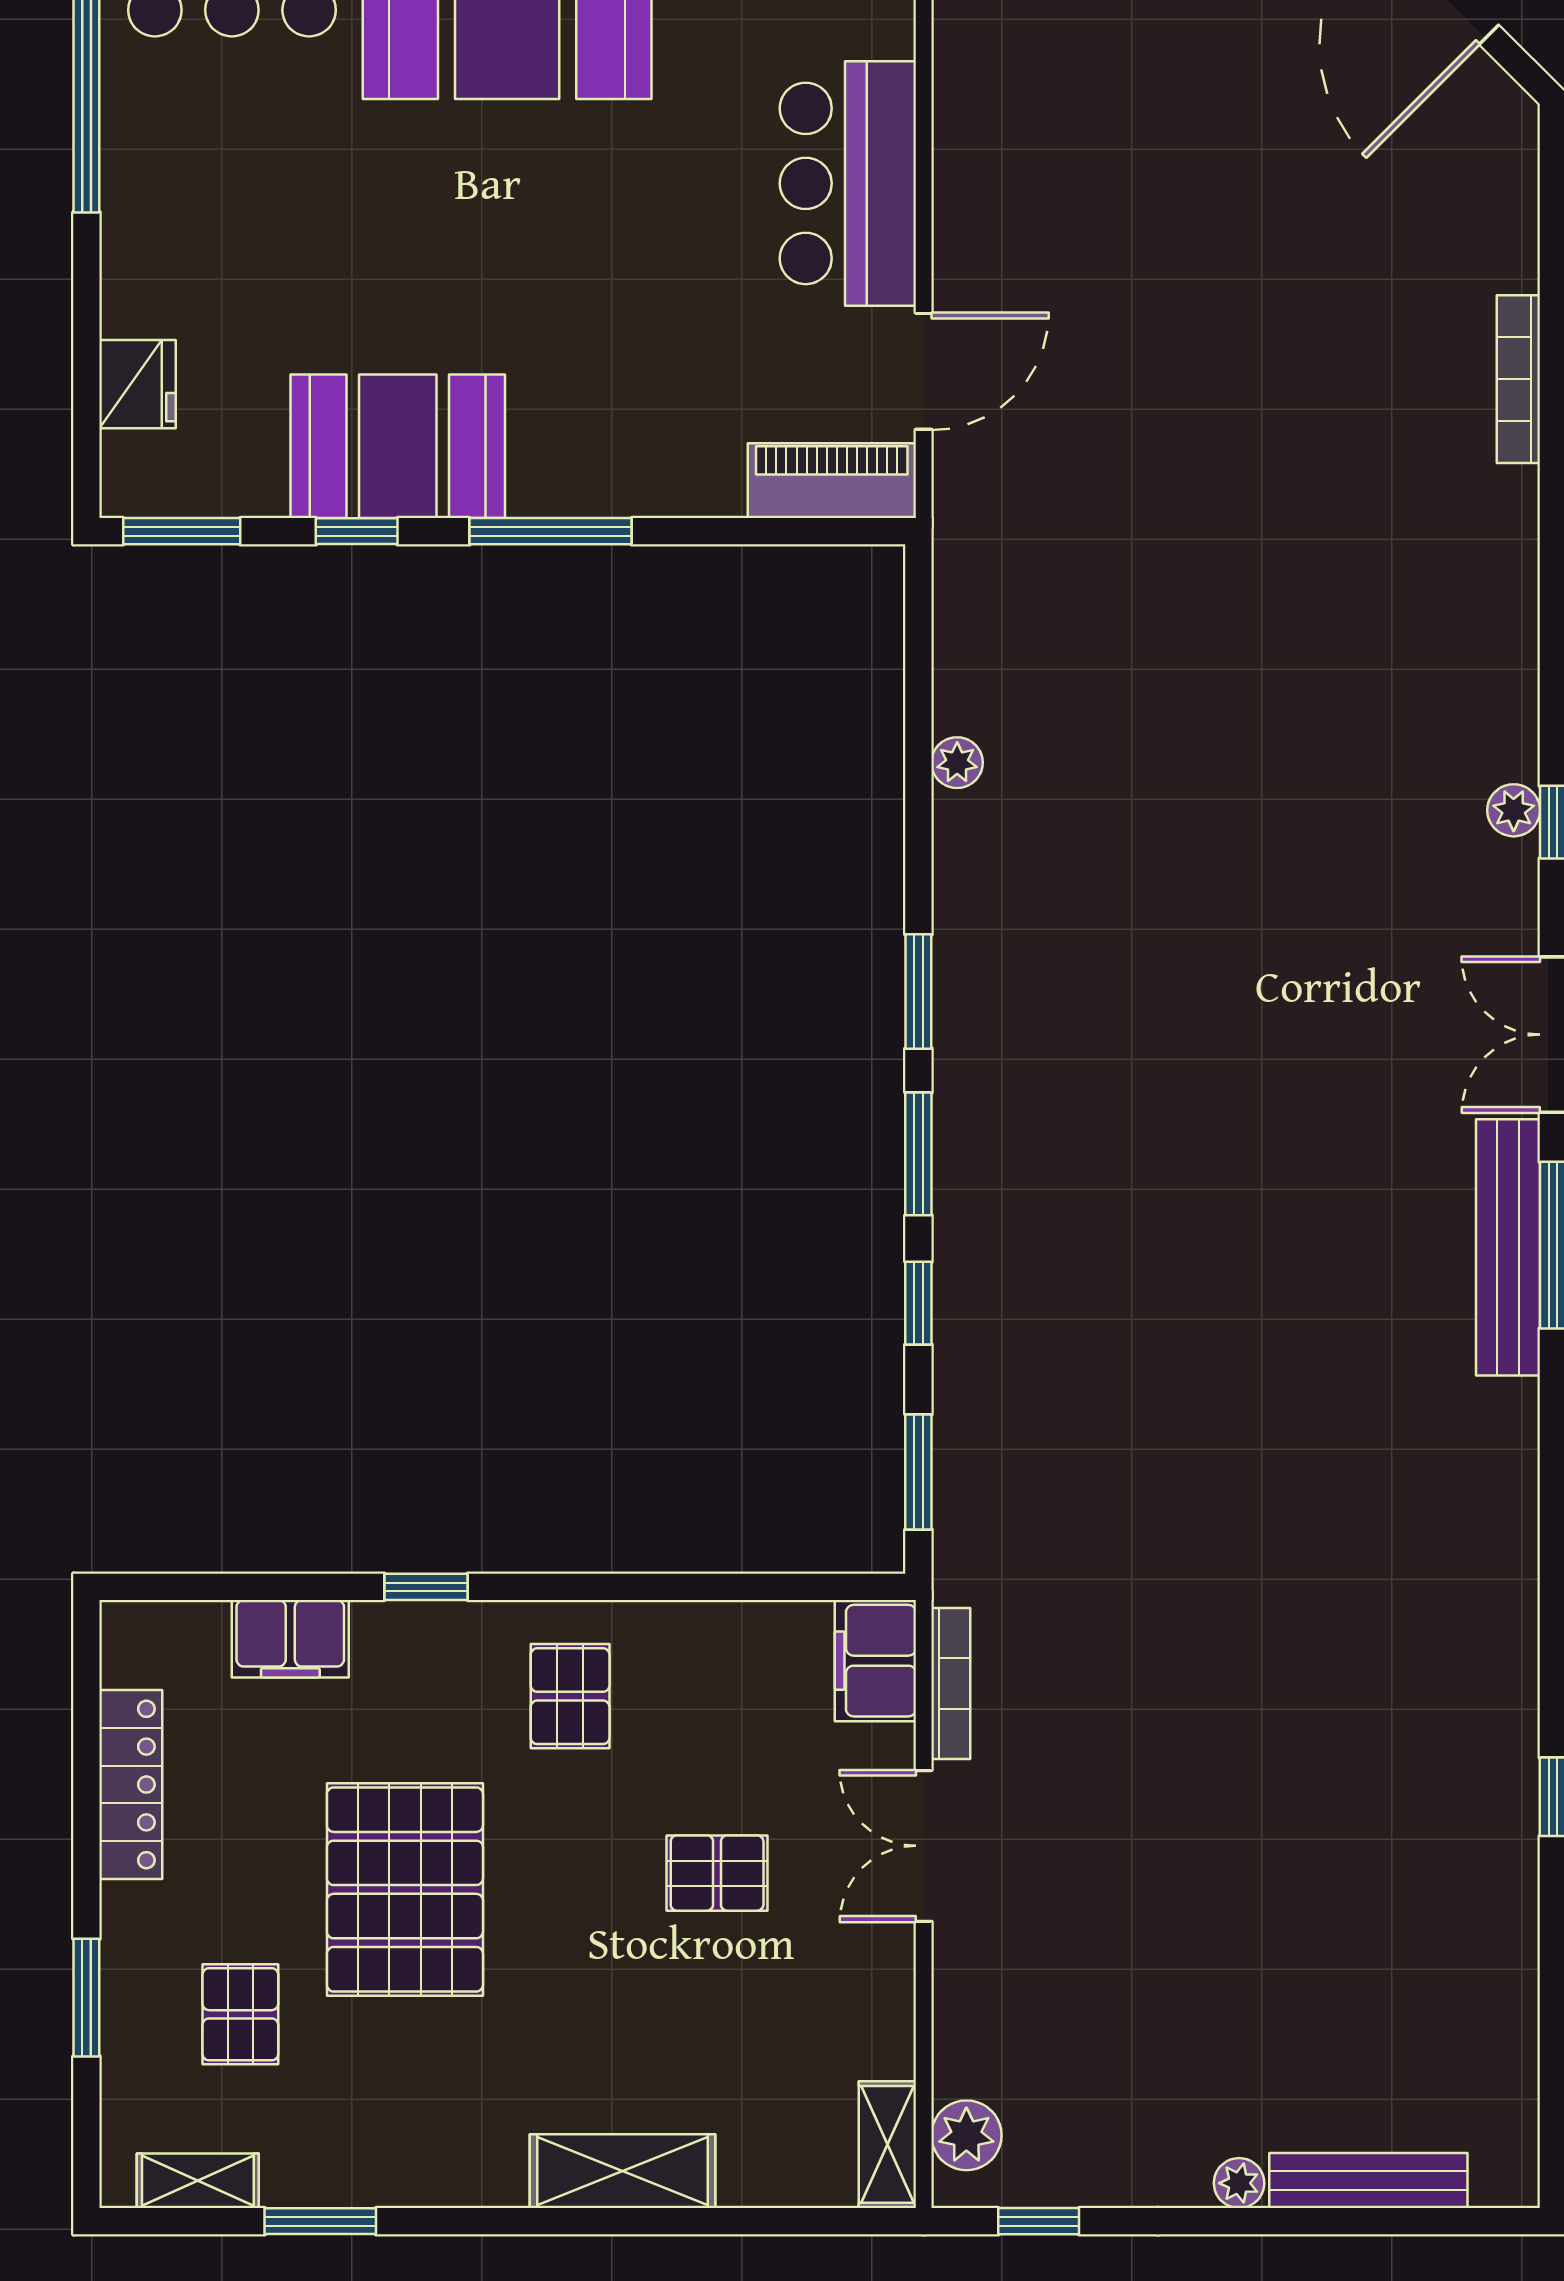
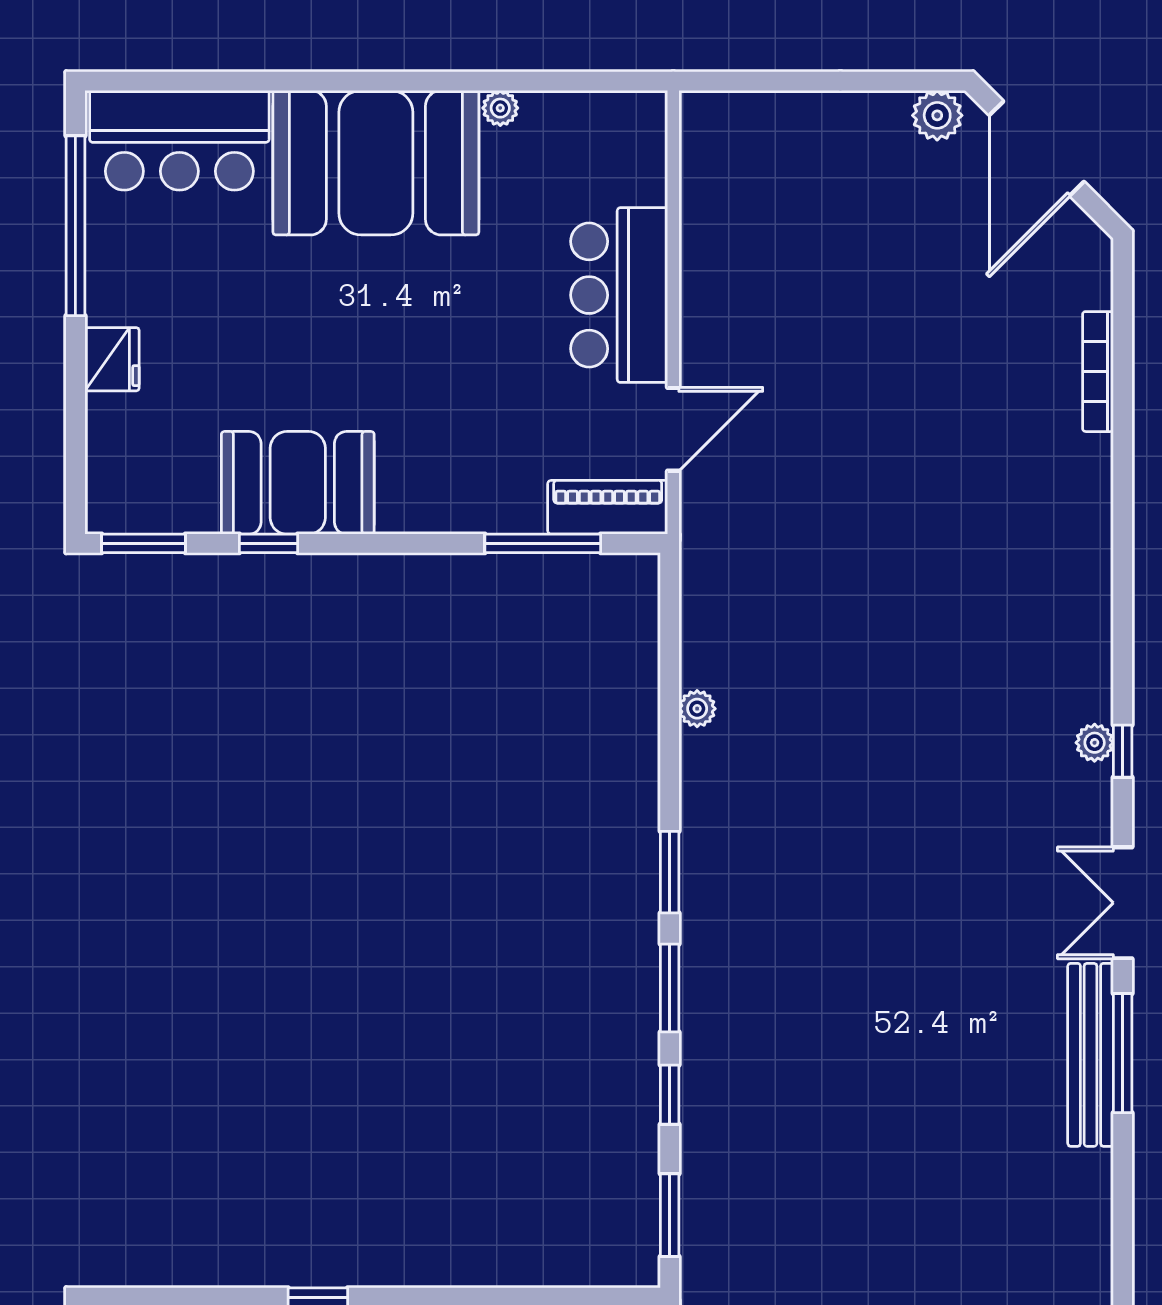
bookcase: (1518, 379) -> (1098, 372), moved
fridge: (138, 384) -> (112, 359), moved
window: (551, 531) -> (543, 543), moved

